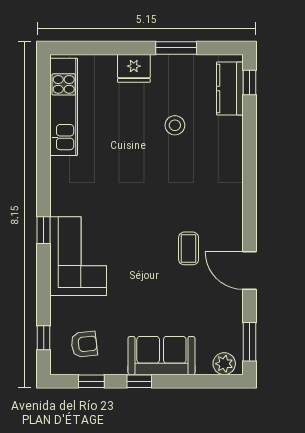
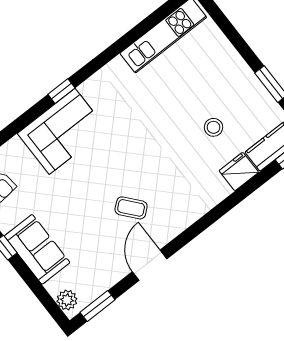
fridge: (134, 68) -> (239, 172), moved, turned 90
coffee table: (189, 248) -> (131, 208), turned 50

